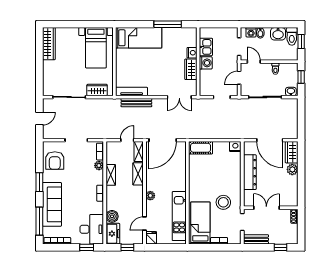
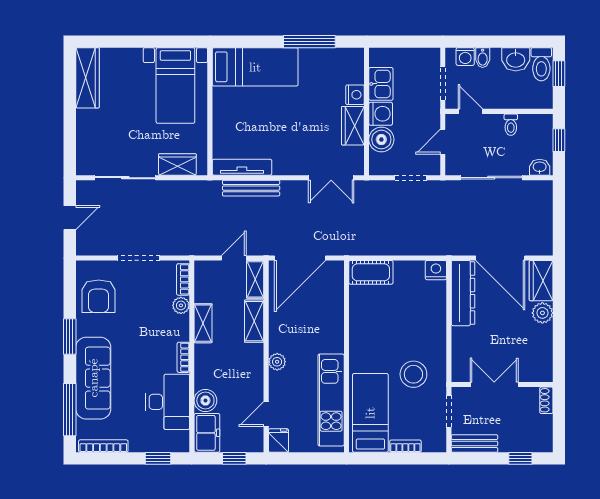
boiler: (206, 77) -> (381, 140), added
dresser: (250, 172) -> (463, 293), moved
desk: (92, 229) -> (168, 402), moved

